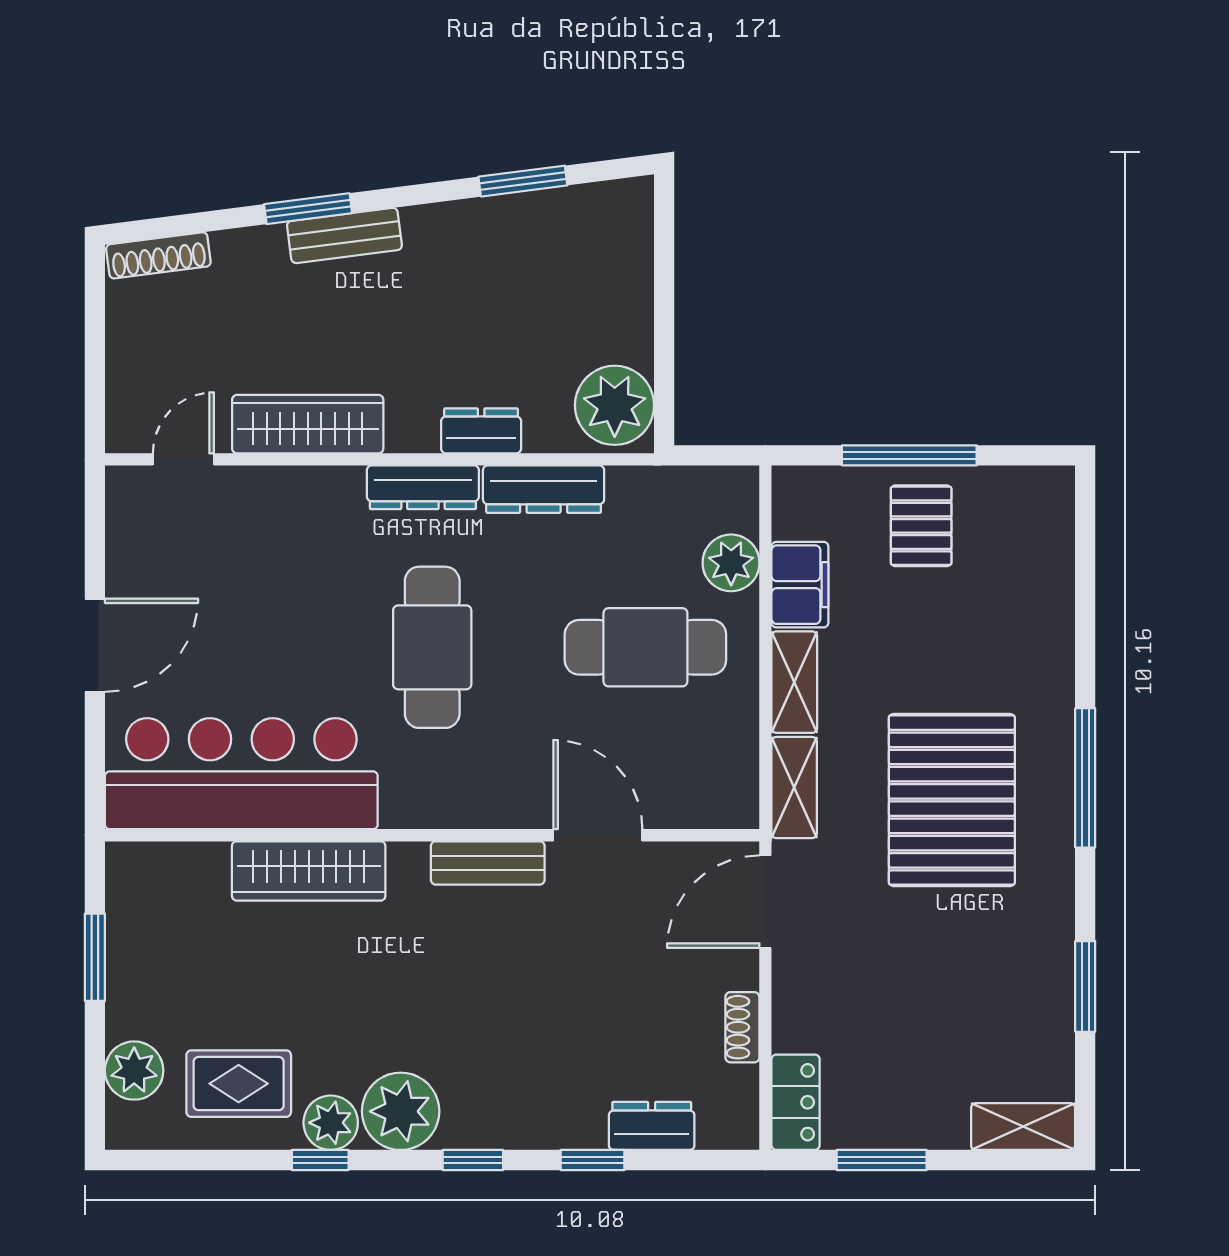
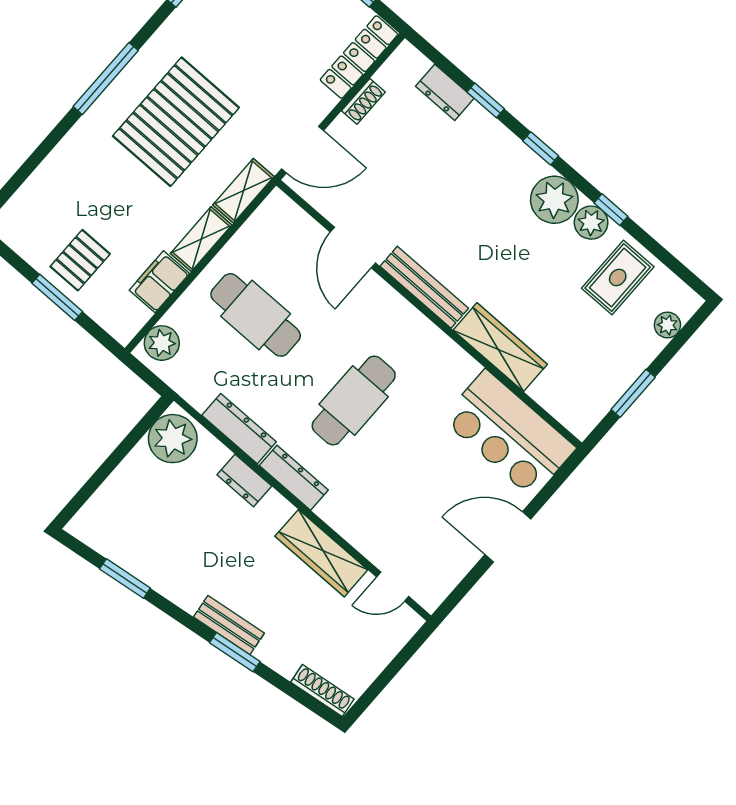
window: (909, 455) -> (57, 297), width x0.69
plant: (731, 563) -> (162, 343), moved
bar counter: (241, 774) -> (509, 434), width x0.73
bench: (488, 863) -> (424, 287), width x1.36
plant: (134, 1071) -> (667, 325), width x0.73, depth x0.73
rug: (239, 1084) -> (618, 277), turned 90
locker: (796, 1102) -> (359, 57), width x1.53

